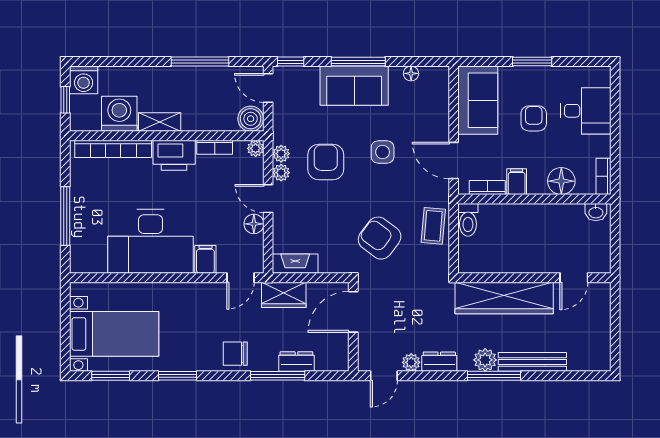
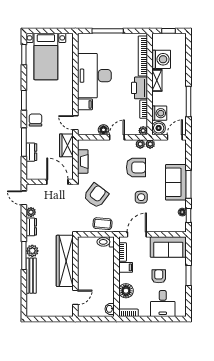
window: (291, 62) -> (189, 215), moved
washing machine: (84, 80) -> (159, 113), moved, turned 180
armchair: (534, 118) -> (159, 276), turned -90
plant: (281, 173) -> (150, 144), moved
fireplace: (295, 264) -> (83, 161), moved
door: (574, 278) -> (75, 297), swing flipped
window: (178, 376) -> (24, 100), moved

